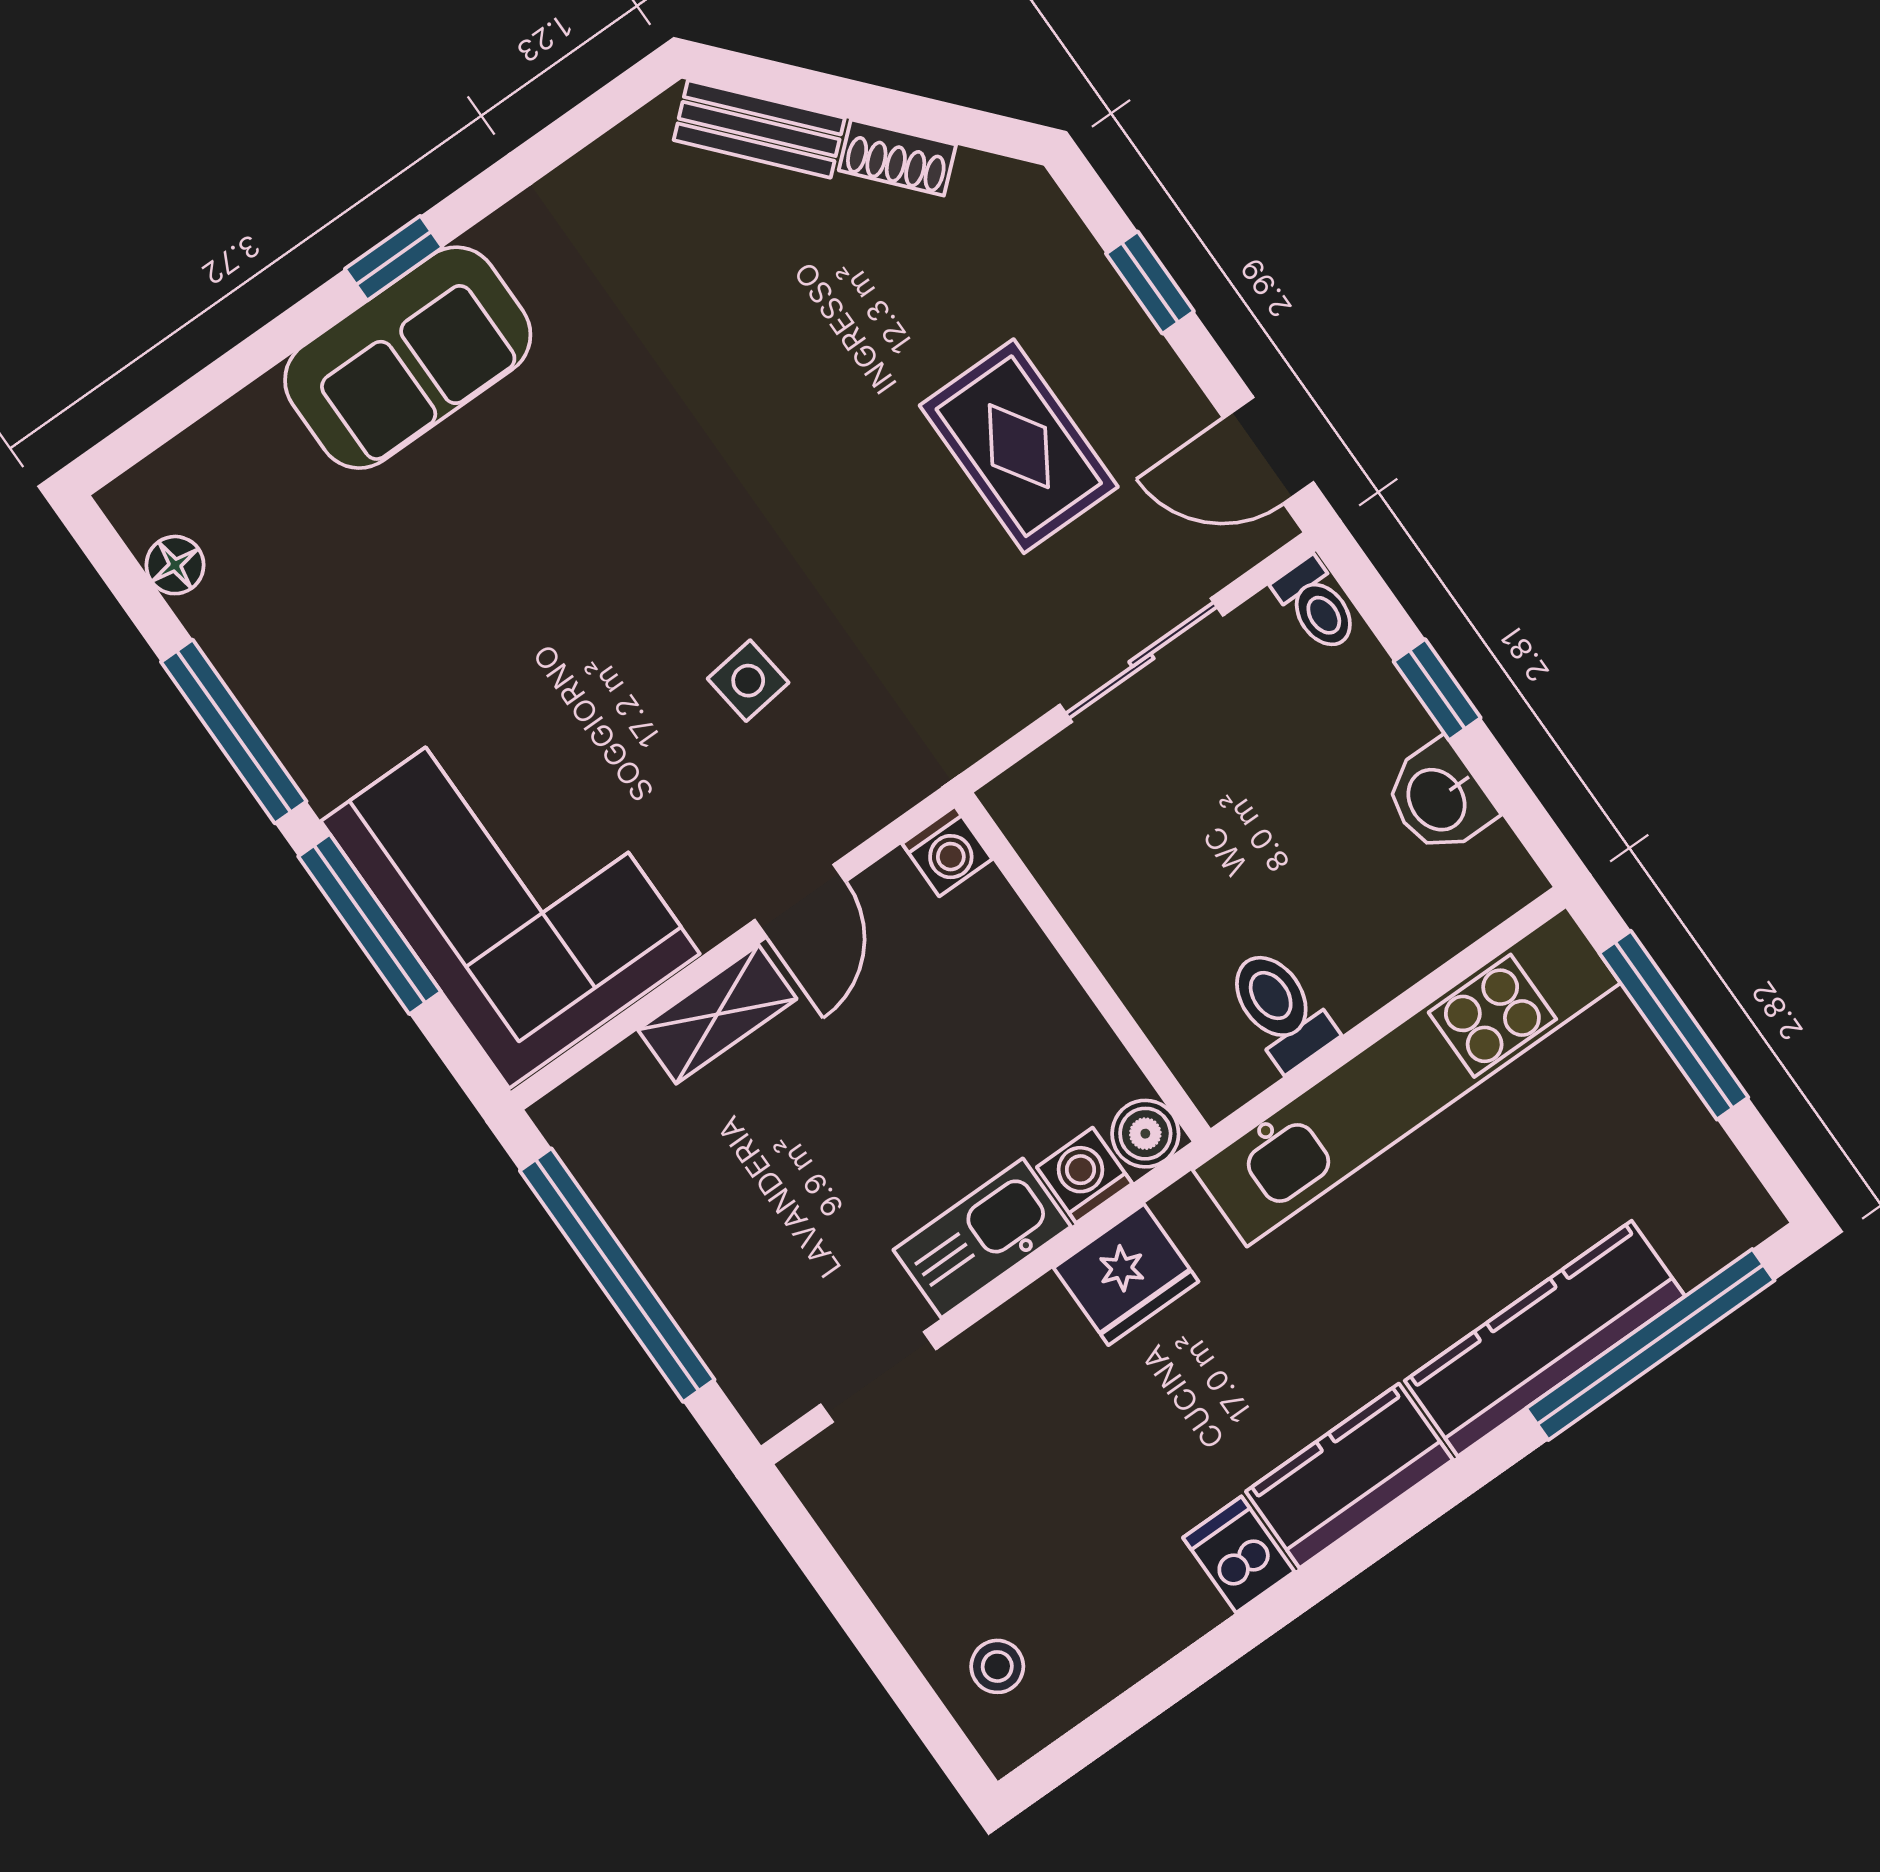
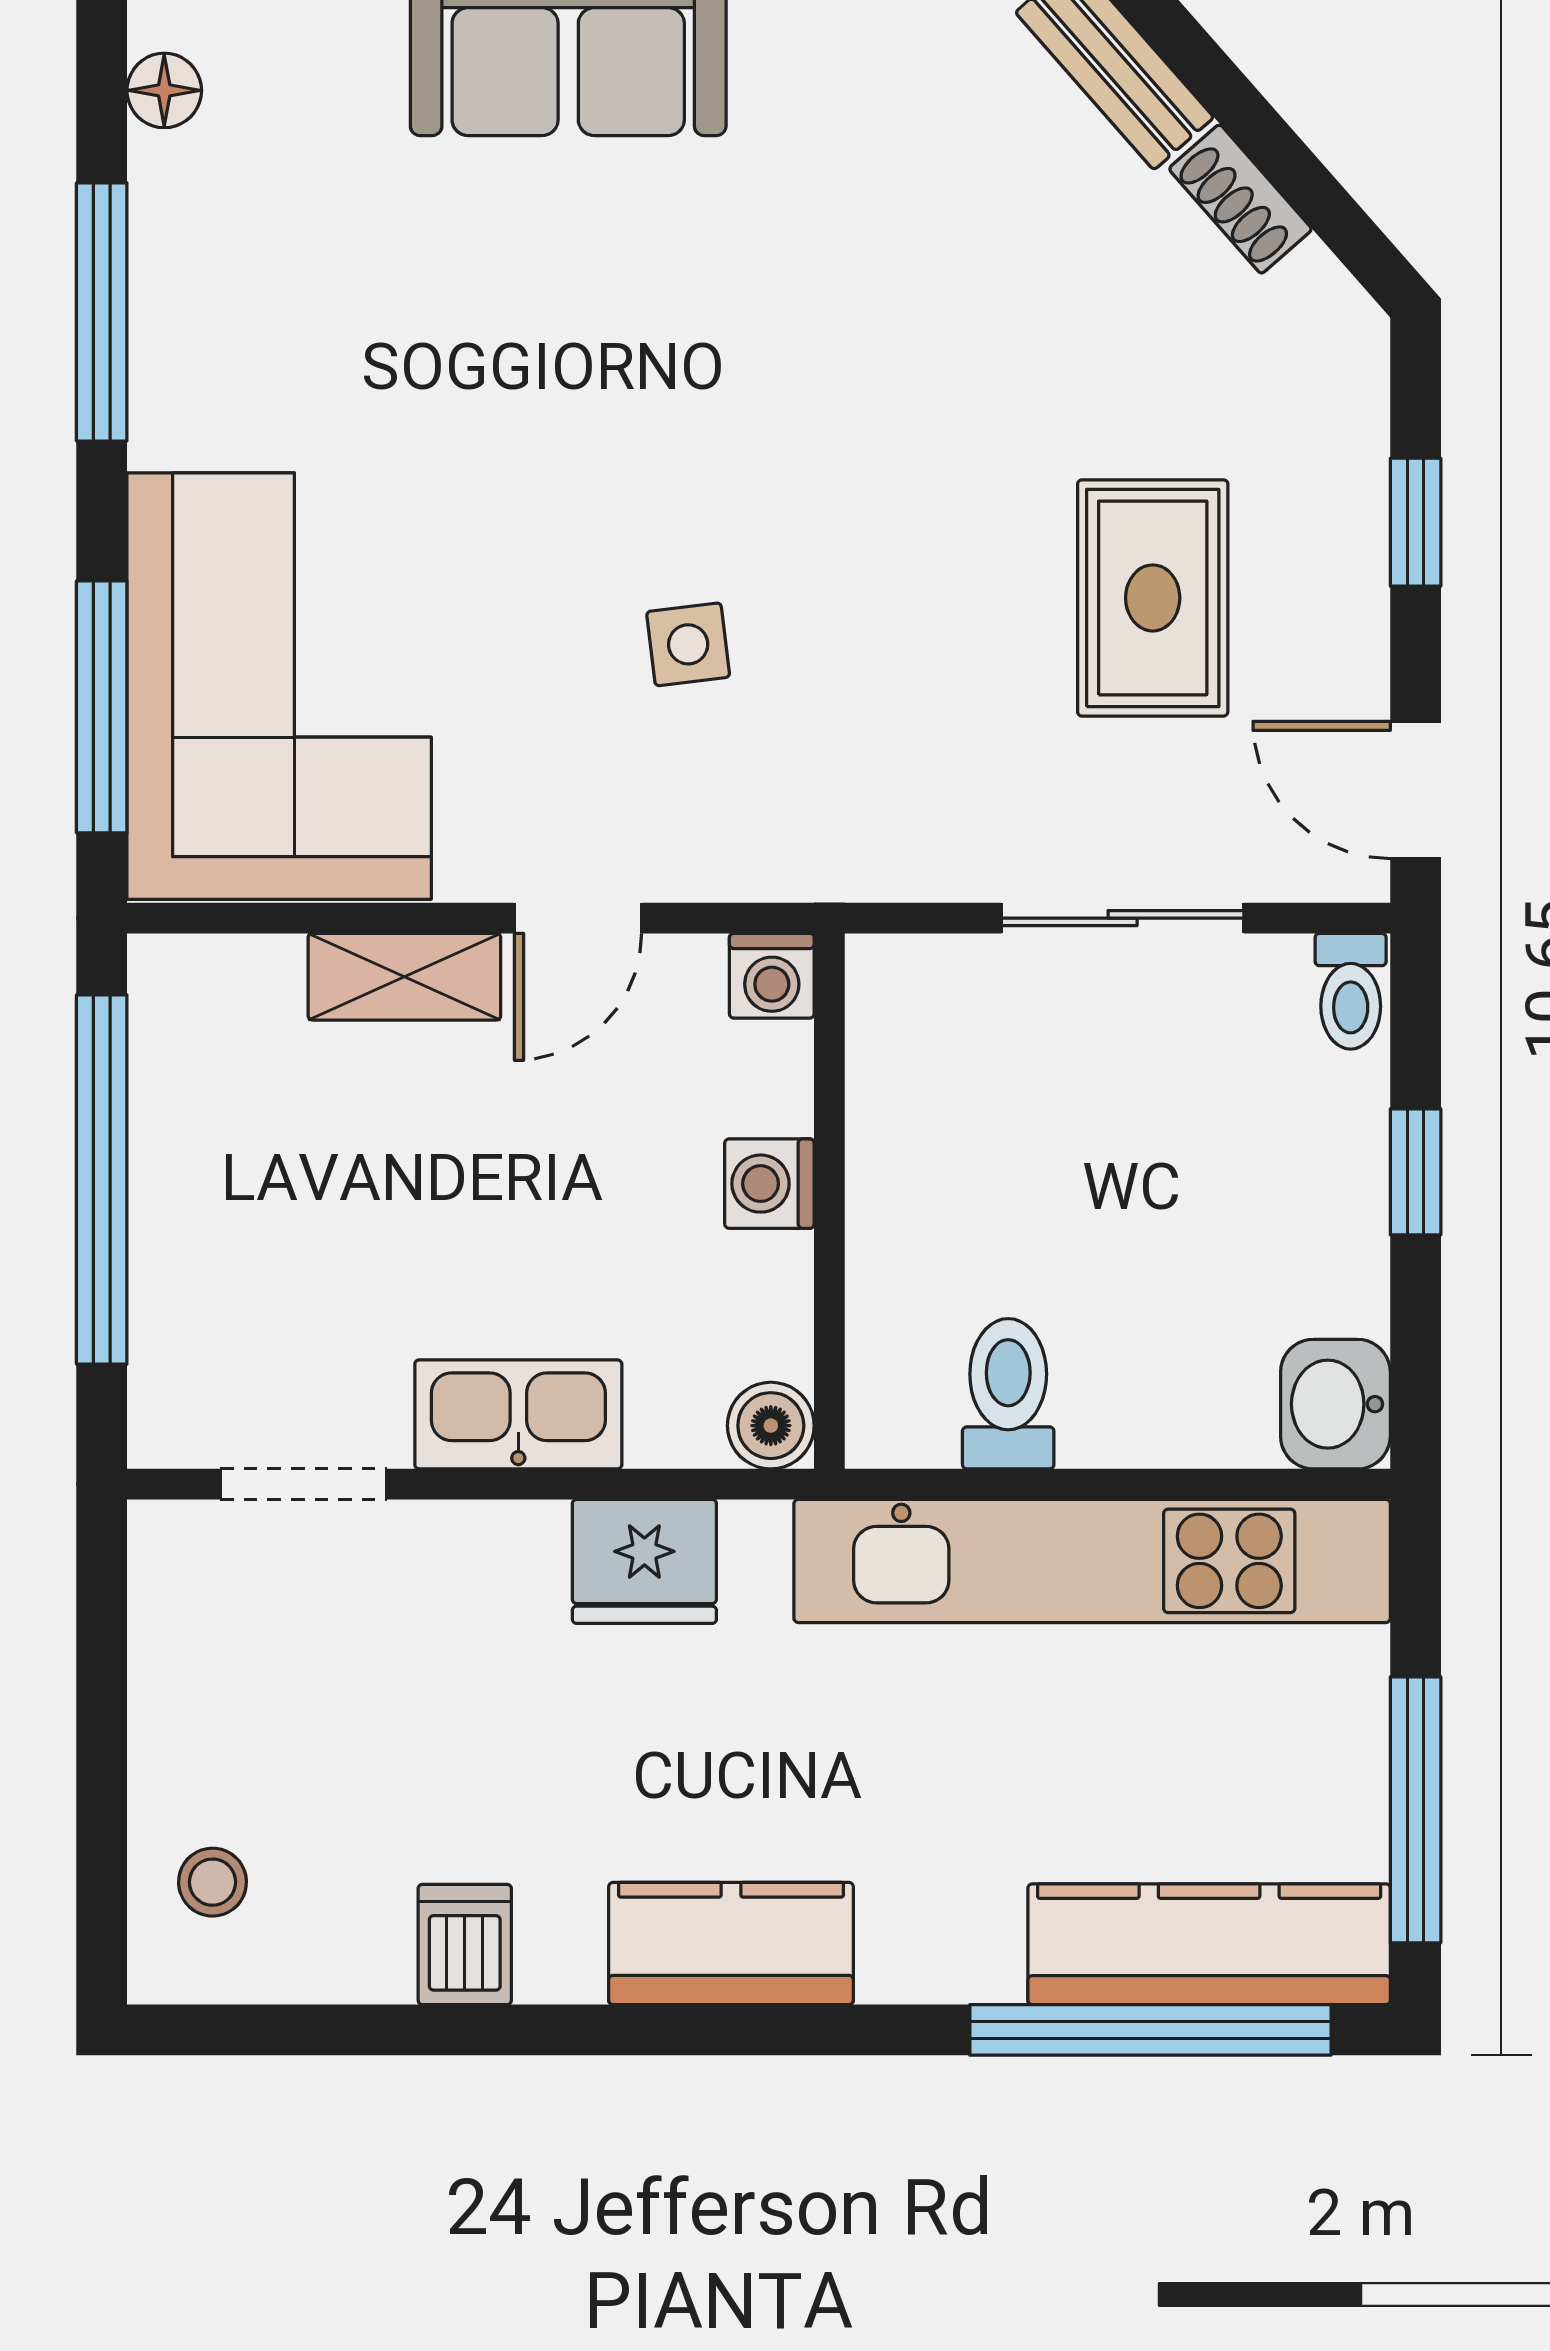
washbasin: (1439, 798) -> (1335, 1404), moved
window: (370, 924) -> (102, 707), moved
window: (1674, 1025) -> (1416, 1810), moved
washing machine: (1084, 1175) -> (769, 1184), moved, turned -90
kitchen counter: (1545, 1338) -> (1209, 1944), moved
dishwasher: (1239, 1555) -> (465, 1944), moved

